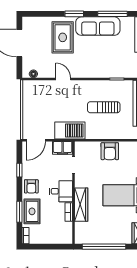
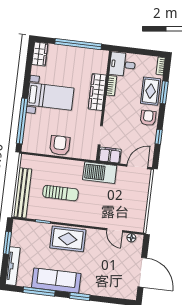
rug: (63, 37) -> (68, 239), moved, turned 90
door: (63, 79) -> (115, 230), moved
desk: (61, 191) -> (122, 64), moved

